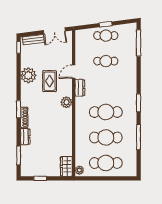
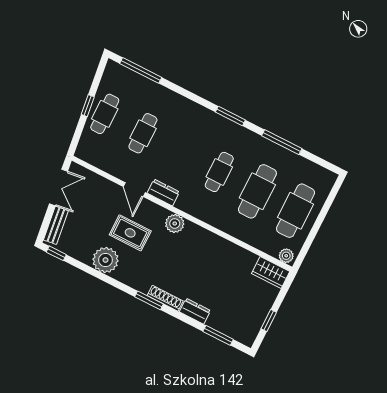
cafe table: (106, 112) -> (219, 172), width x0.73, depth x0.74

